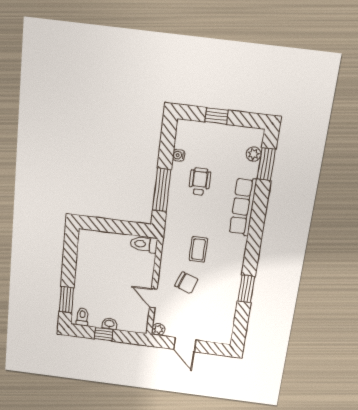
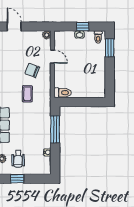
window: (217, 116) -> (17, 179), moved
wheelchair: (200, 181) -> (18, 159), moved
door: (185, 345) -> (14, 27), moved

